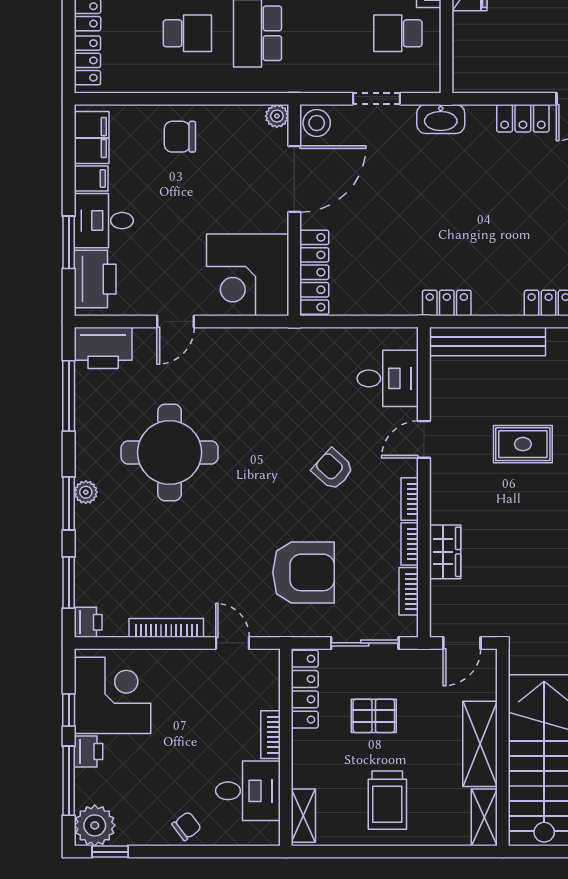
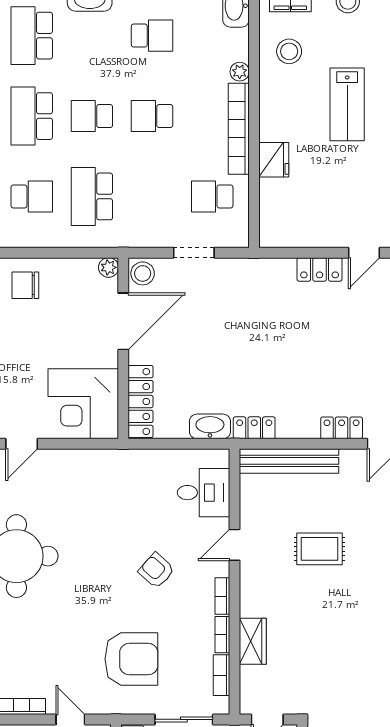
washbasin: (441, 119) -> (210, 426), moved, turned 180

